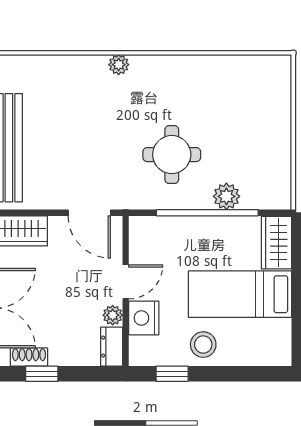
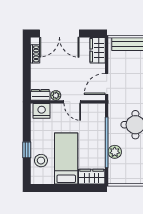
nightstand: (144, 318) -> (42, 111), moved
stool: (203, 345) -> (41, 161), moved
window: (42, 374) -> (27, 60), removed
window: (172, 374) -> (27, 150), moved

